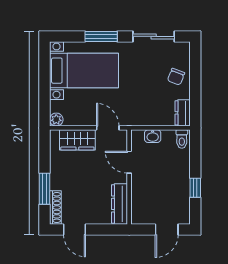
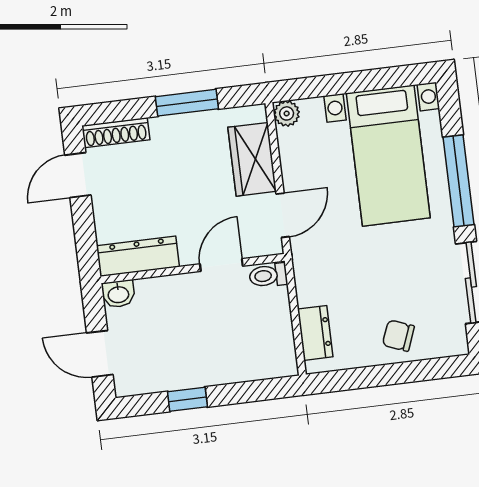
window: (101, 36) -> (458, 181), width x1.44
dresser: (183, 113) -> (315, 333), moved, turned 90
washbasin: (153, 136) -> (118, 294), moved, turned -90
toilet: (182, 139) -> (268, 275), moved
window: (45, 189) -> (187, 103), moved

